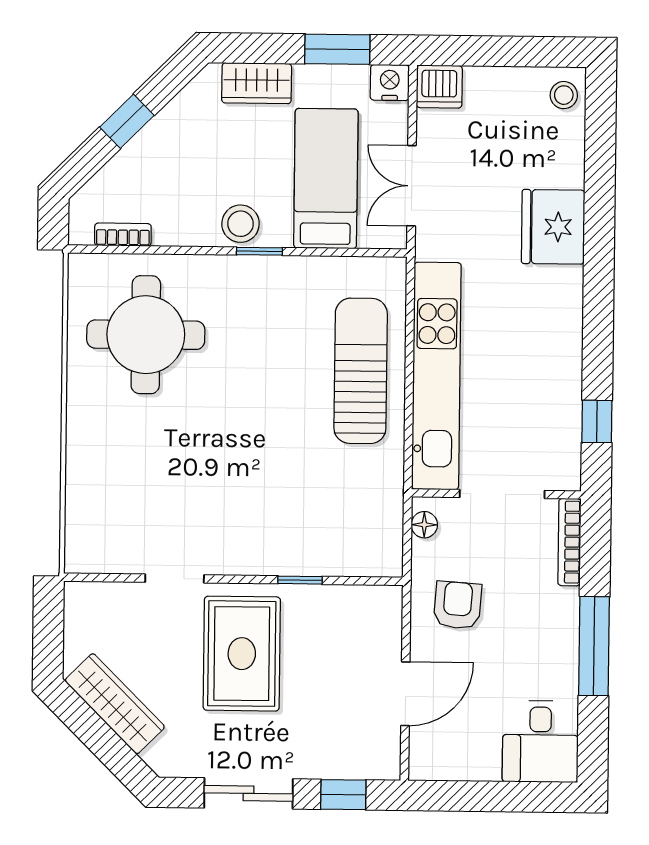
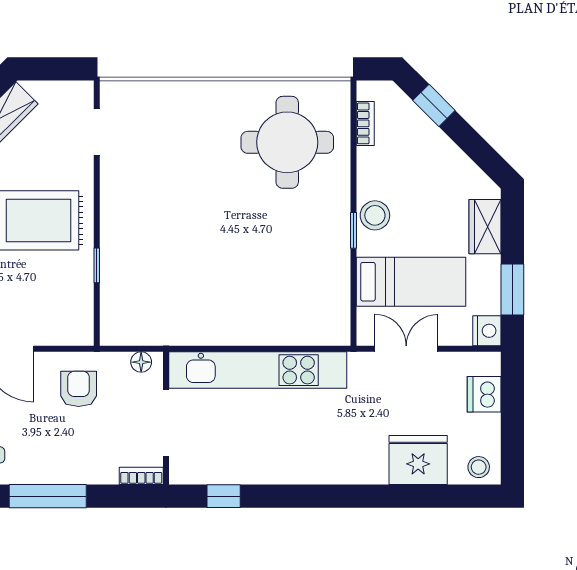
dishwasher: (439, 87) -> (484, 394), moved
window: (127, 121) -> (434, 105), moved
fridge: (553, 227) -> (418, 460), moved
sun lounger: (361, 371) -> (261, 311), removed
bookcase: (569, 542) -> (141, 476), width x0.64
doorway: (175, 579) -> (97, 132), moved
armchair: (458, 605) -> (79, 389), turned -94

